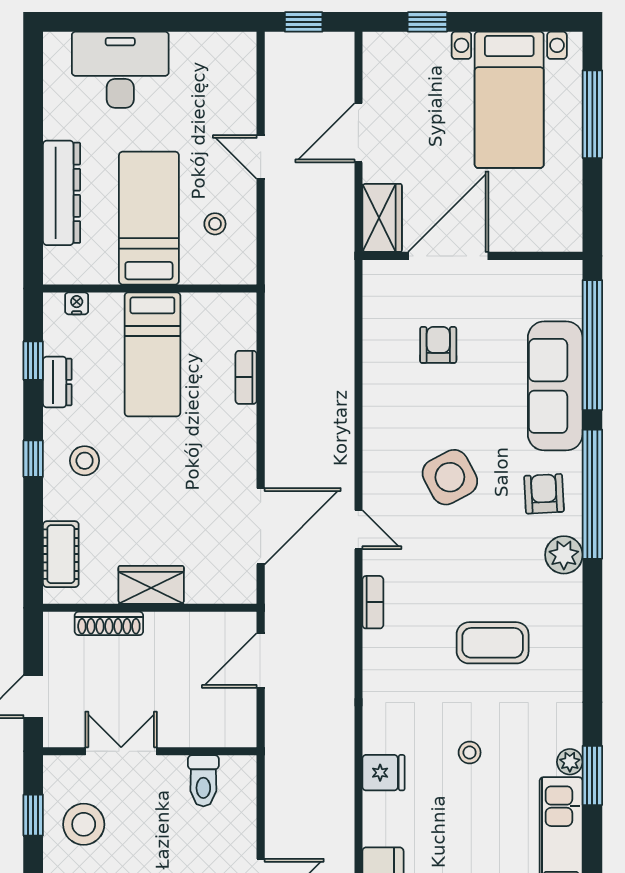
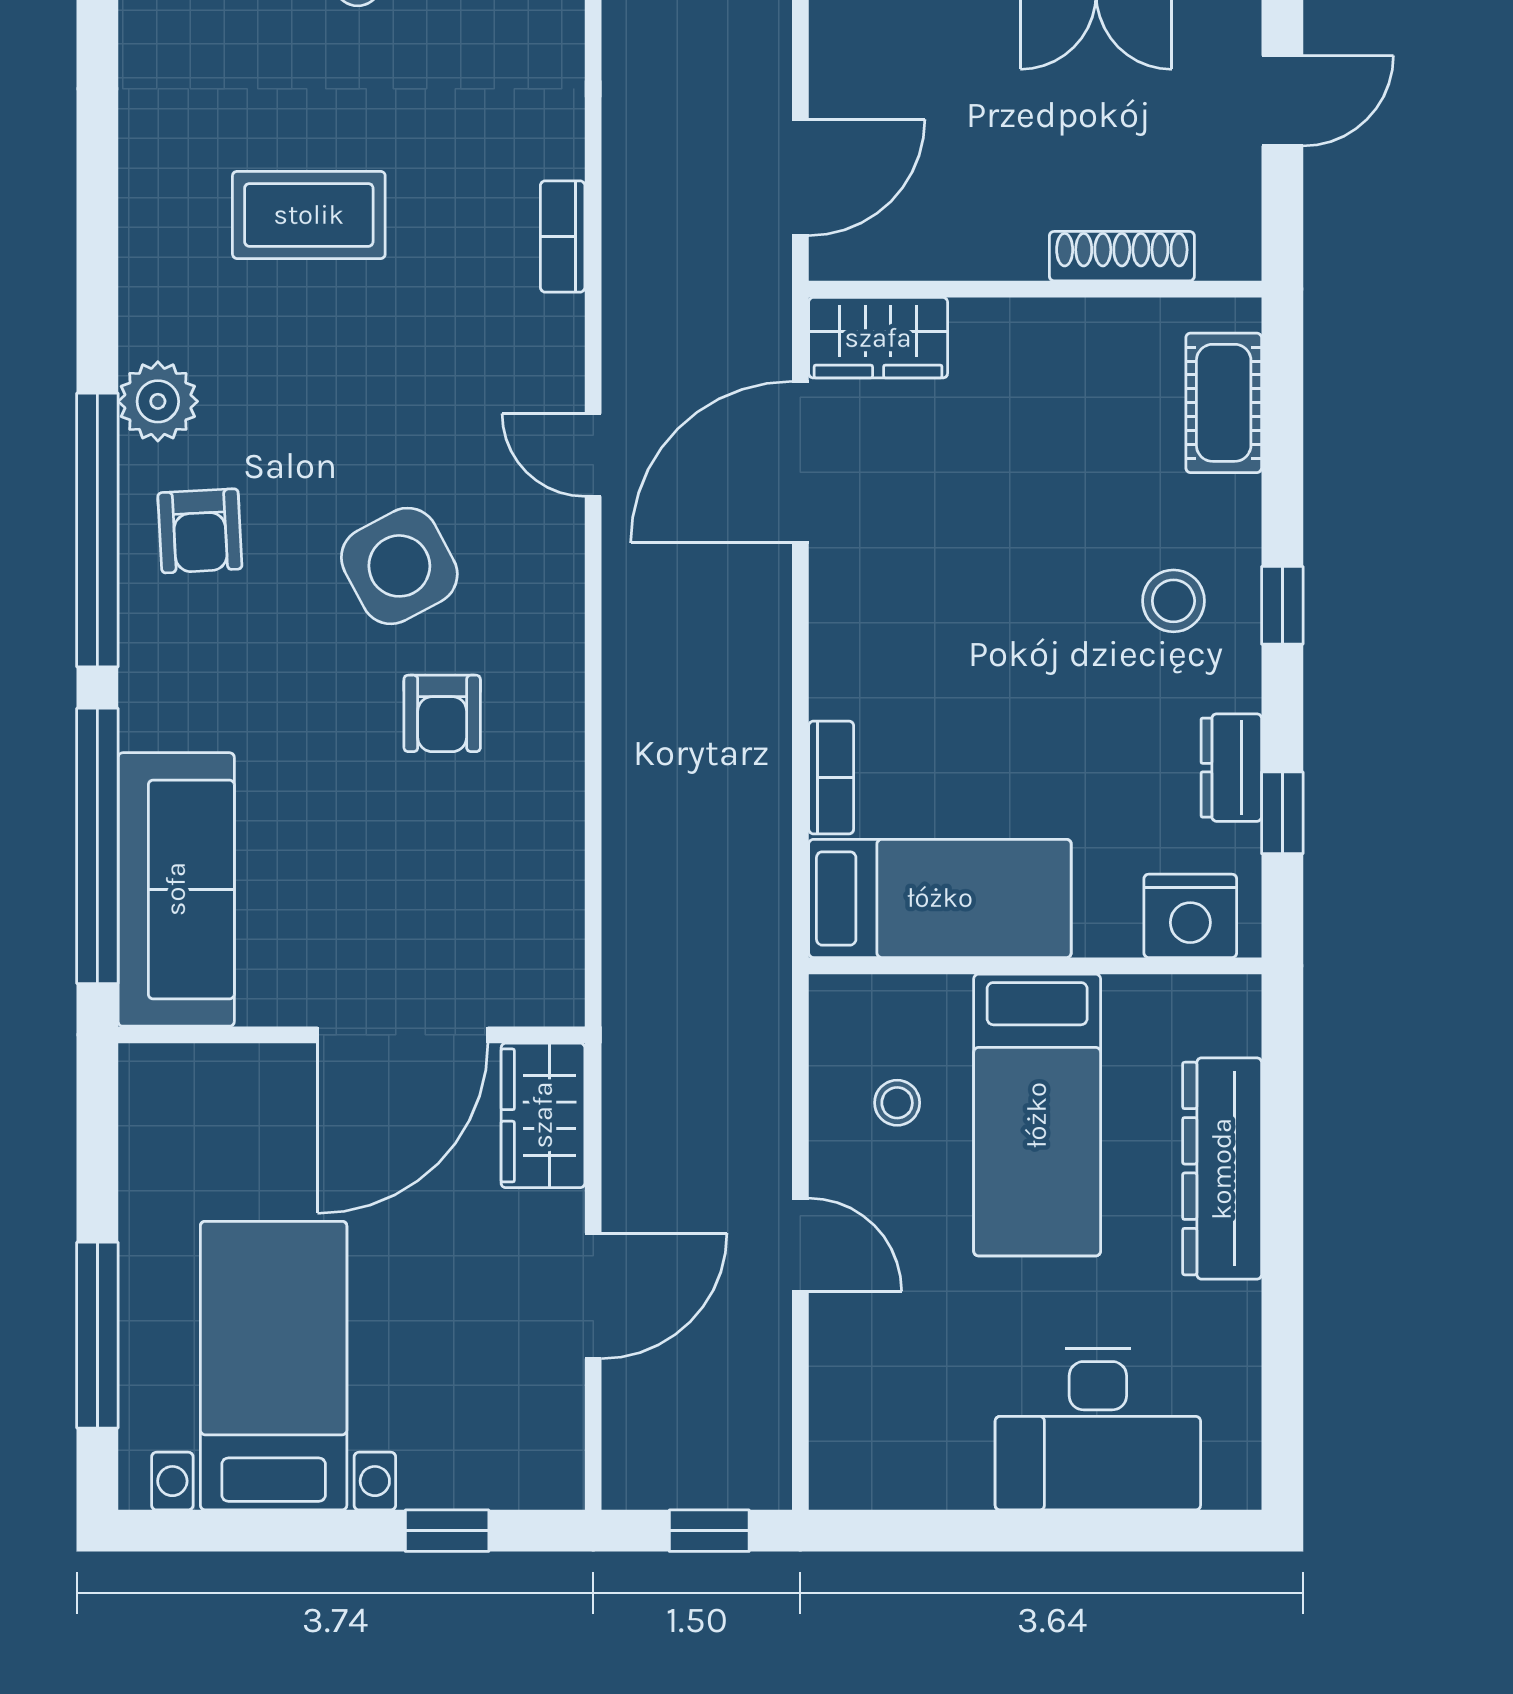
nightstand: (77, 303) -> (1190, 916), width x1.89, depth x1.79
armchair: (438, 345) -> (442, 713), moved
bed: (152, 354) -> (940, 898), moved, turned 90
sofa: (555, 386) -> (176, 889), moved
wardrobe: (151, 585) -> (878, 338), moved
bookcase: (373, 602) -> (563, 236), moved

